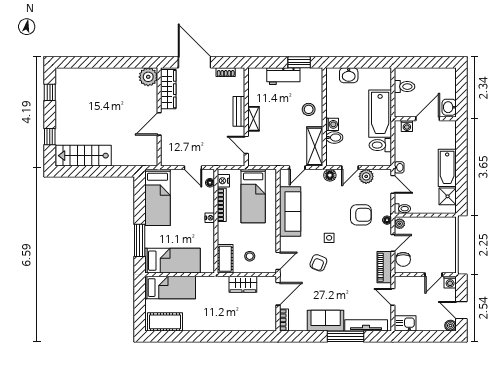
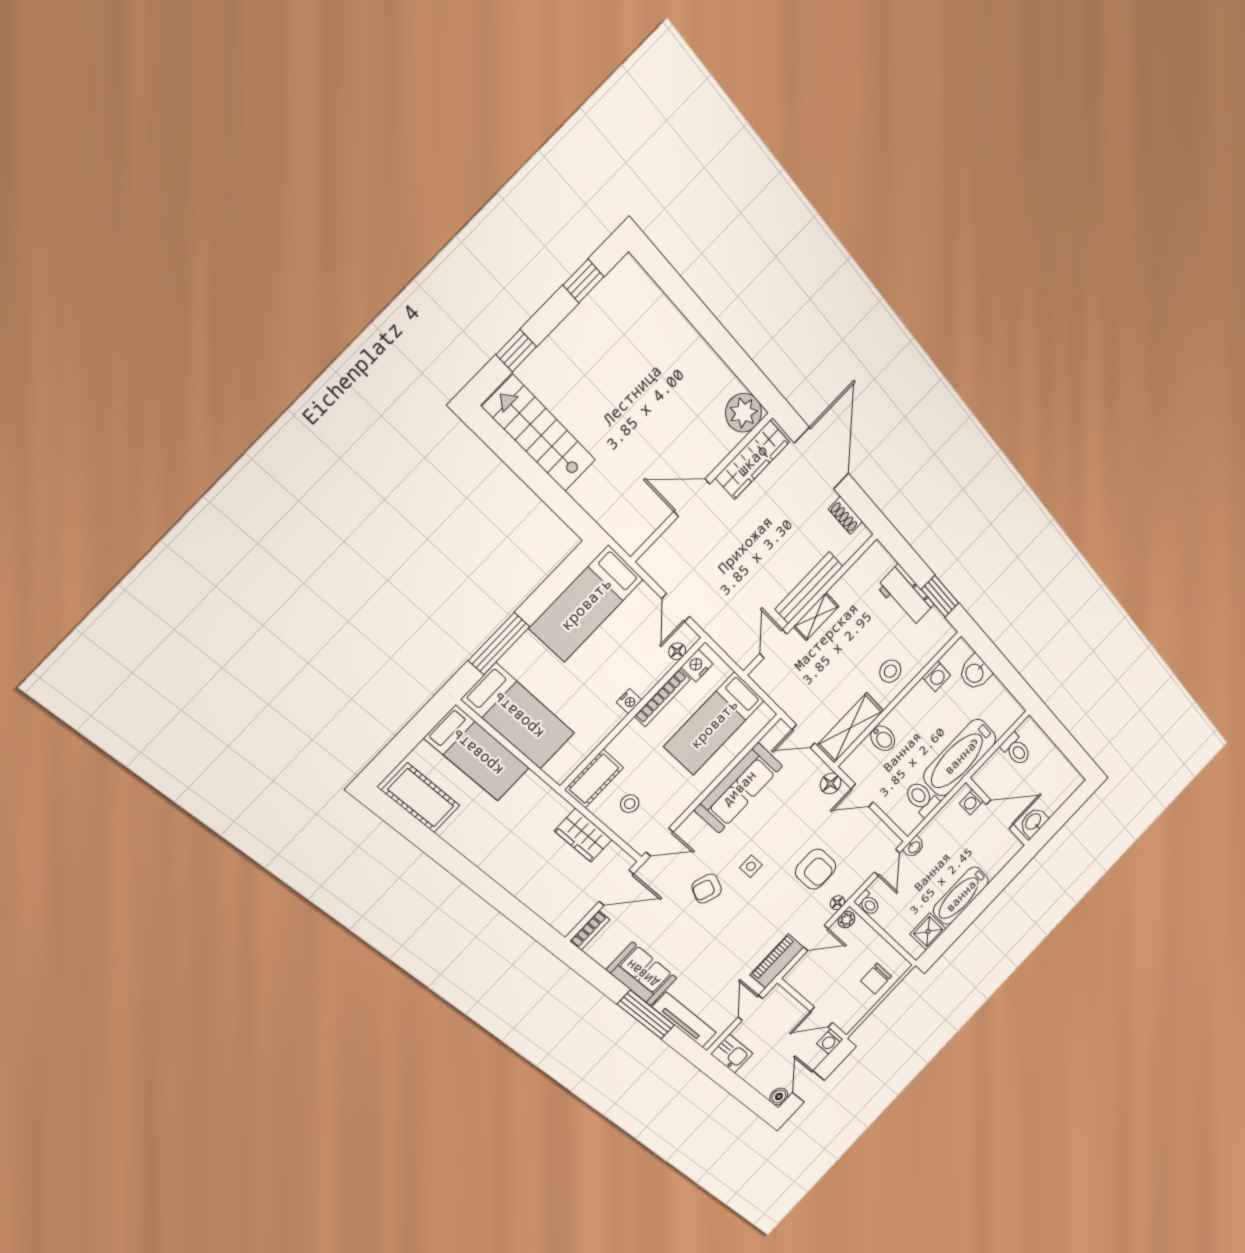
bench: (239, 111) -> (809, 588), width x1.36
washing machine: (332, 124) -> (936, 676), moved
plant: (366, 176) -> (869, 824), removed
chair: (403, 259) -> (876, 979), moved

